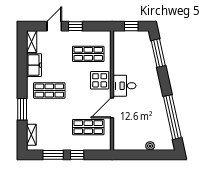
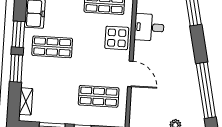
window: (22, 82) -> (18, 34), added
desk: (125, 86) -> (149, 27), moved
door: (112, 108) -> (130, 74), swing flipped

